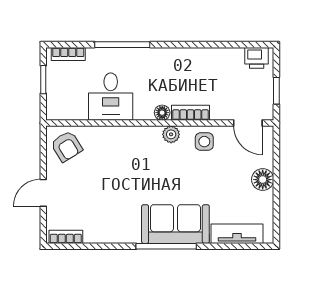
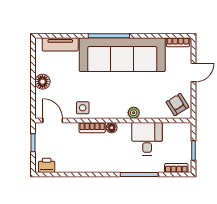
plant: (171, 134) -> (134, 113), moved
sofa: (175, 224) -> (122, 55), width x1.85, depth x1.27

